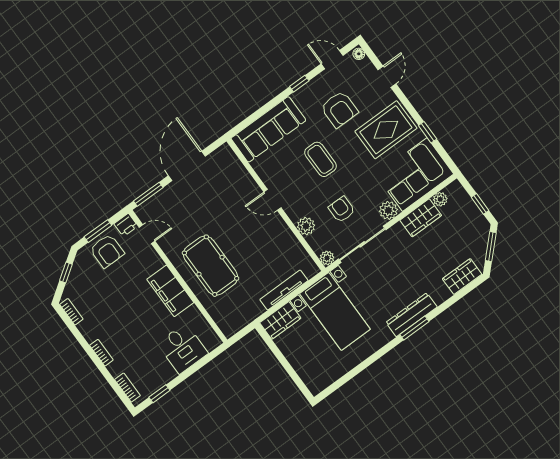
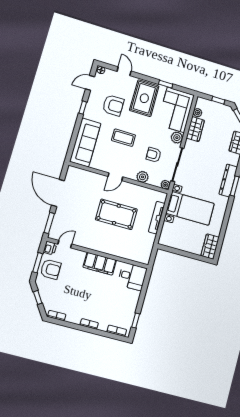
pool table: (211, 266) -> (116, 214), moved
wardrobe: (280, 320) -> (210, 246), moved, turned 180
desk: (183, 348) -> (132, 277), moved

